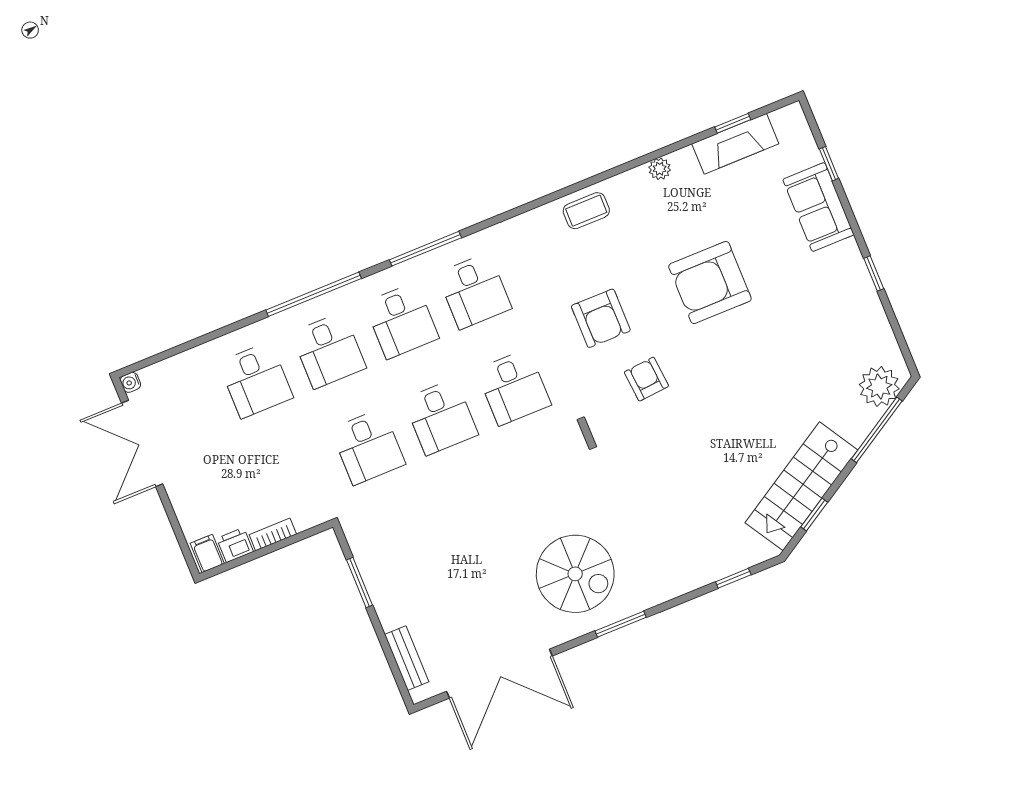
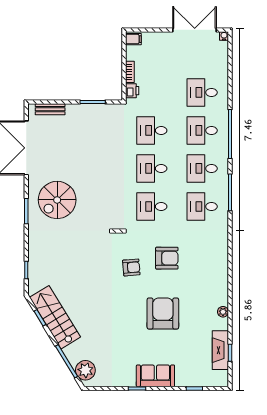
sofa: (818, 207) -> (155, 376), moved
coffee table: (586, 211) -> (218, 271), removed
armchair: (601, 318) -> (167, 258), turned 180
printer: (235, 545) -> (132, 91), moved

